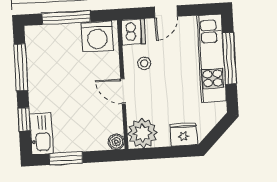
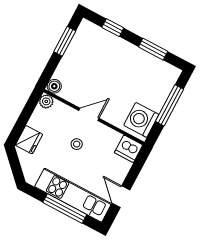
door: (166, 12) -> (121, 197), moved
stool: (144, 63) -> (77, 144), moved
window: (21, 67) -> (153, 49), width x0.69
plant: (142, 133) -> (46, 101), width x0.53, depth x0.53
kitchen sink: (41, 134) -> (94, 34), removed

